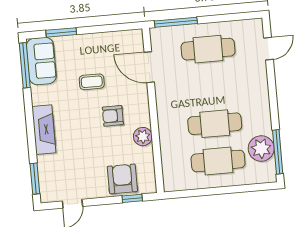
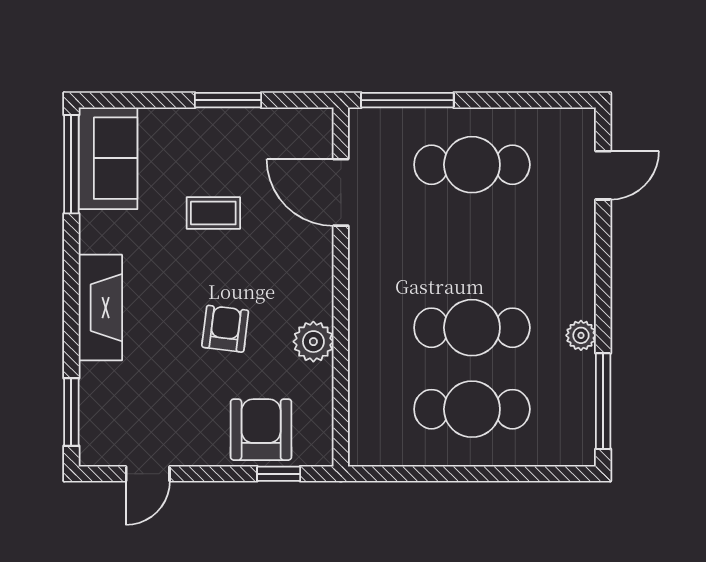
window: (61, 32) -> (228, 100), moved
armchair: (113, 116) -> (225, 329), moved, turned 97
plant: (261, 149) -> (581, 335), moved, width x0.53, depth x0.53

